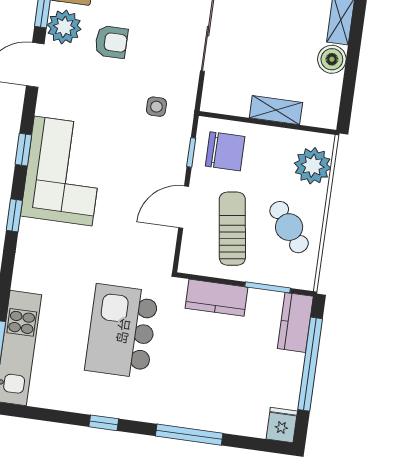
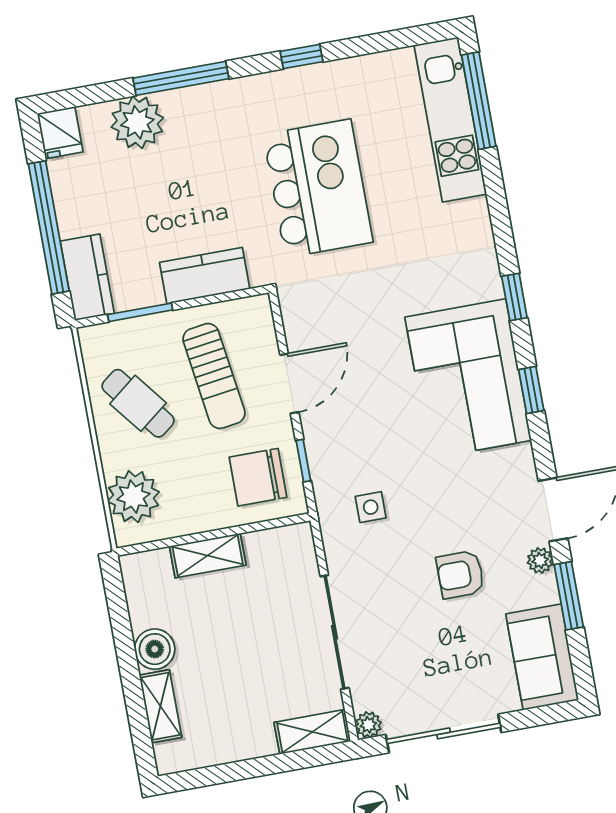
plant: (64, 27) -> (540, 560), width x0.53, depth x0.53
plant: (228, 415) -> (137, 122), added

